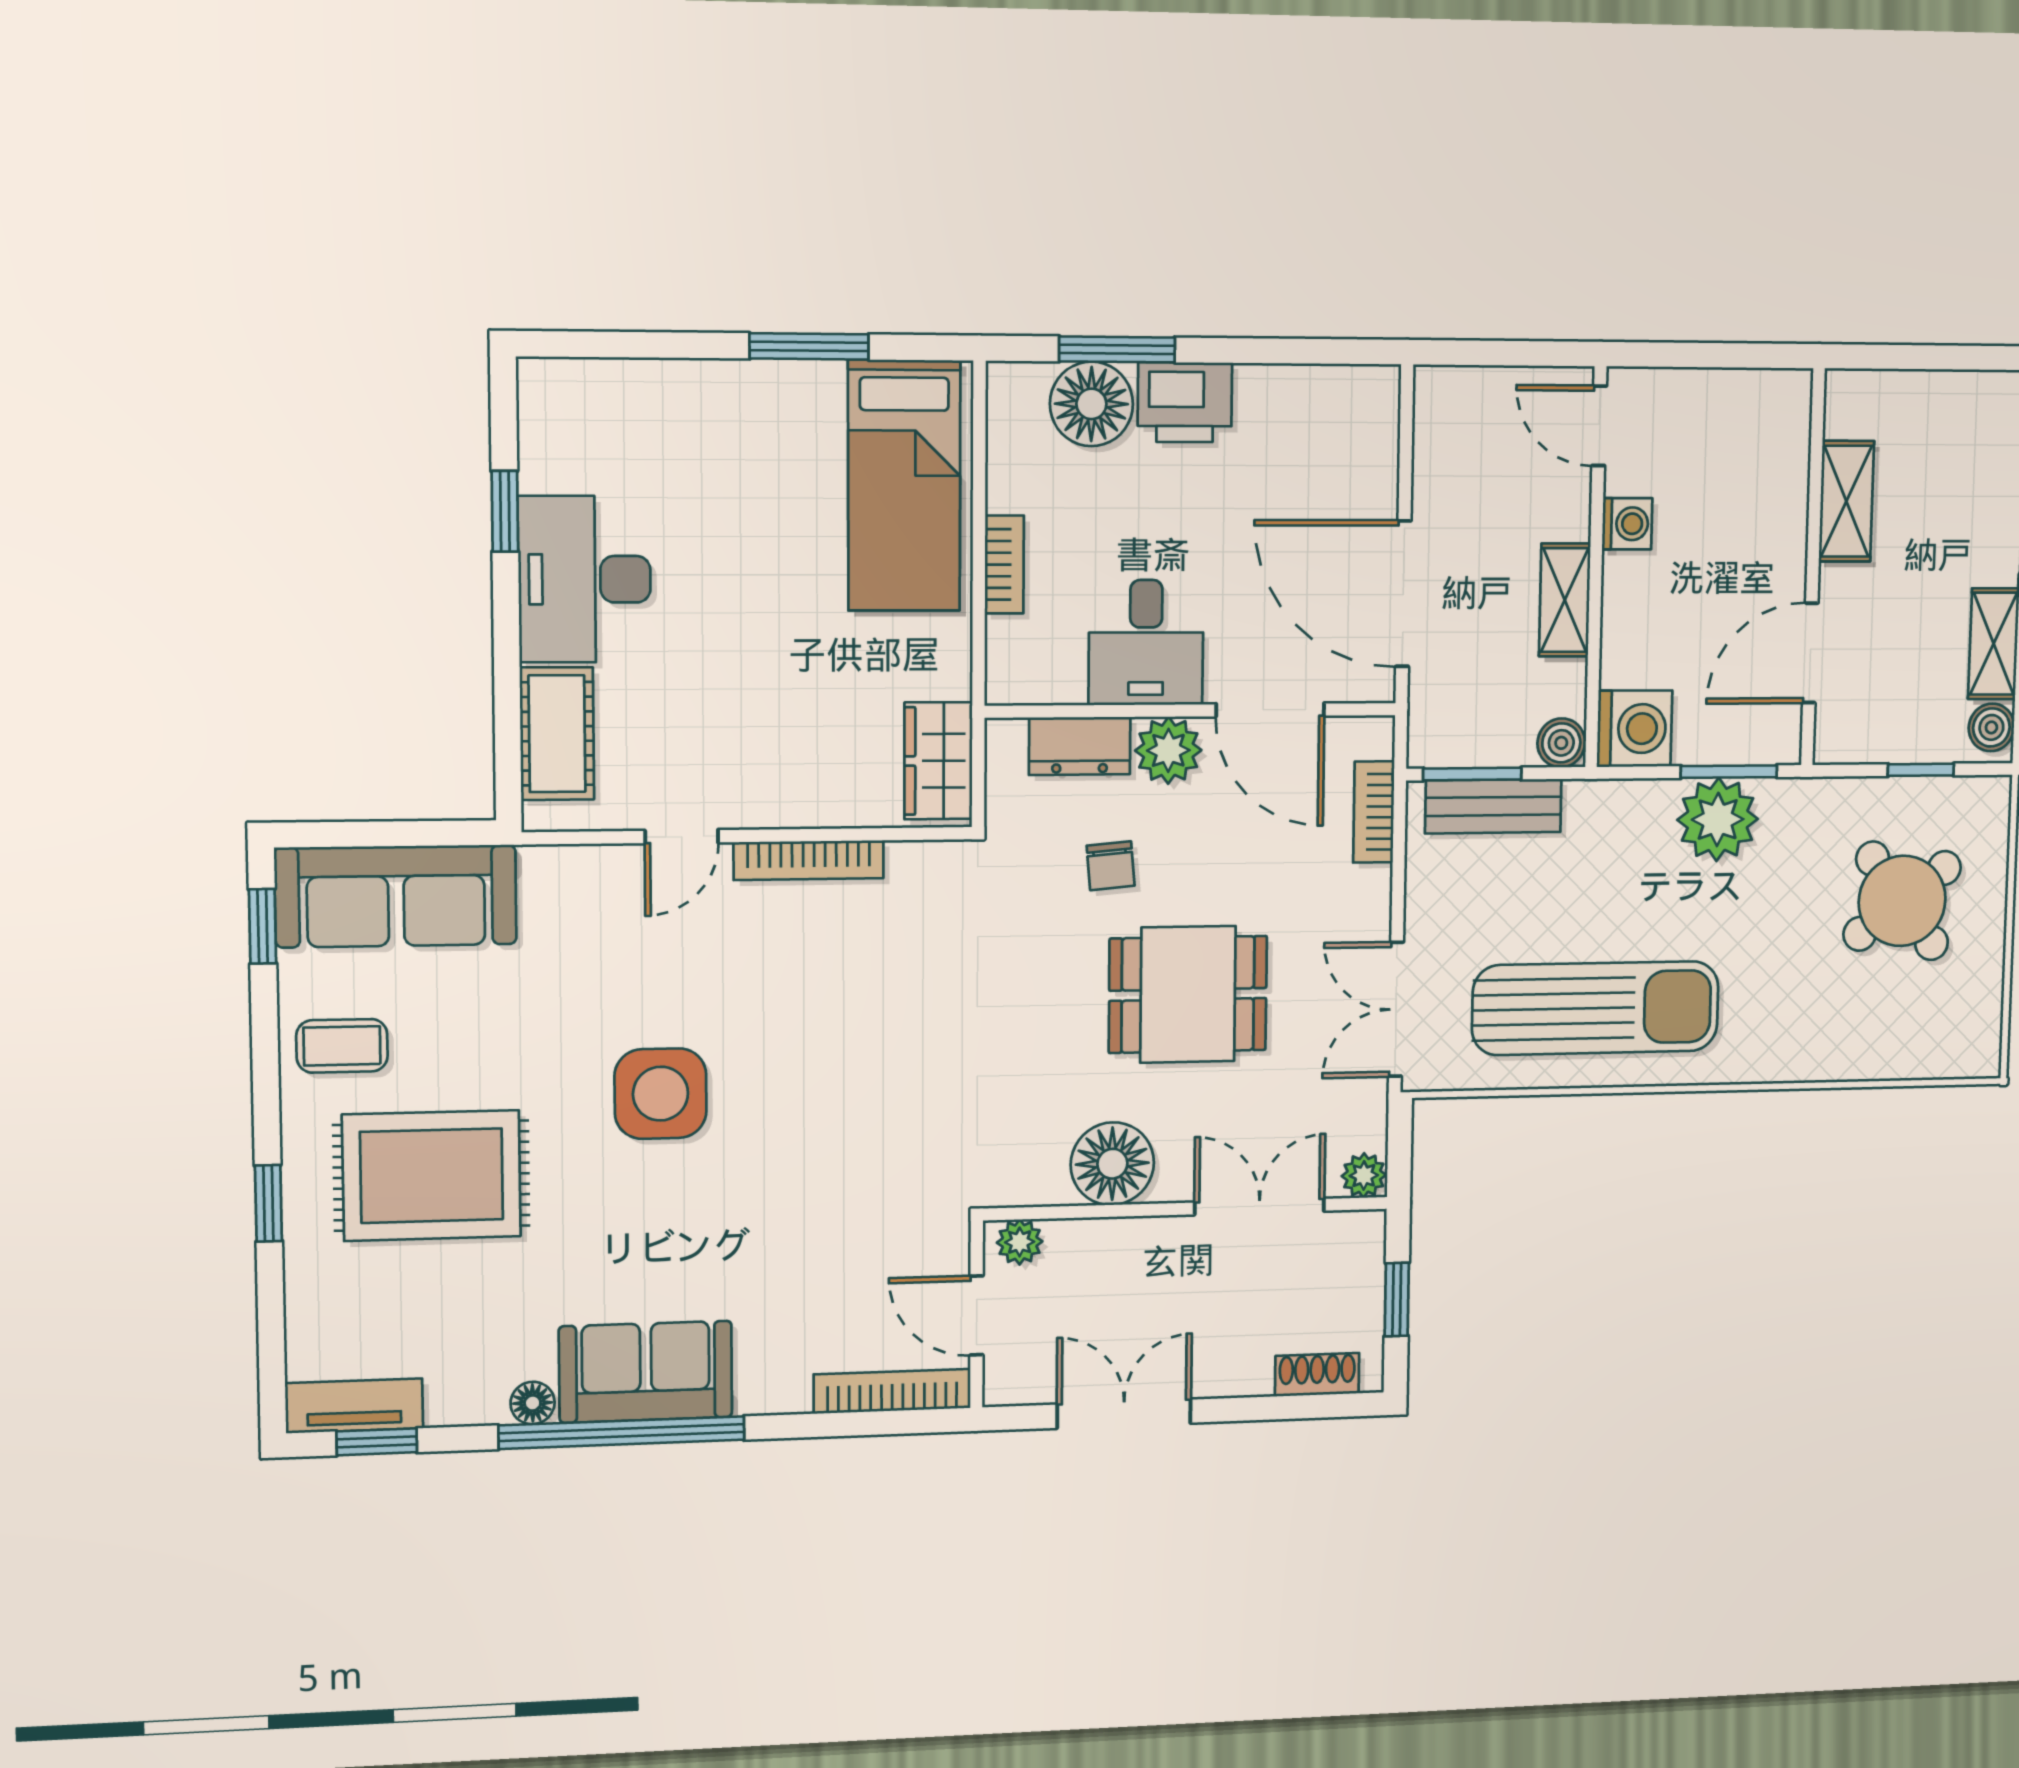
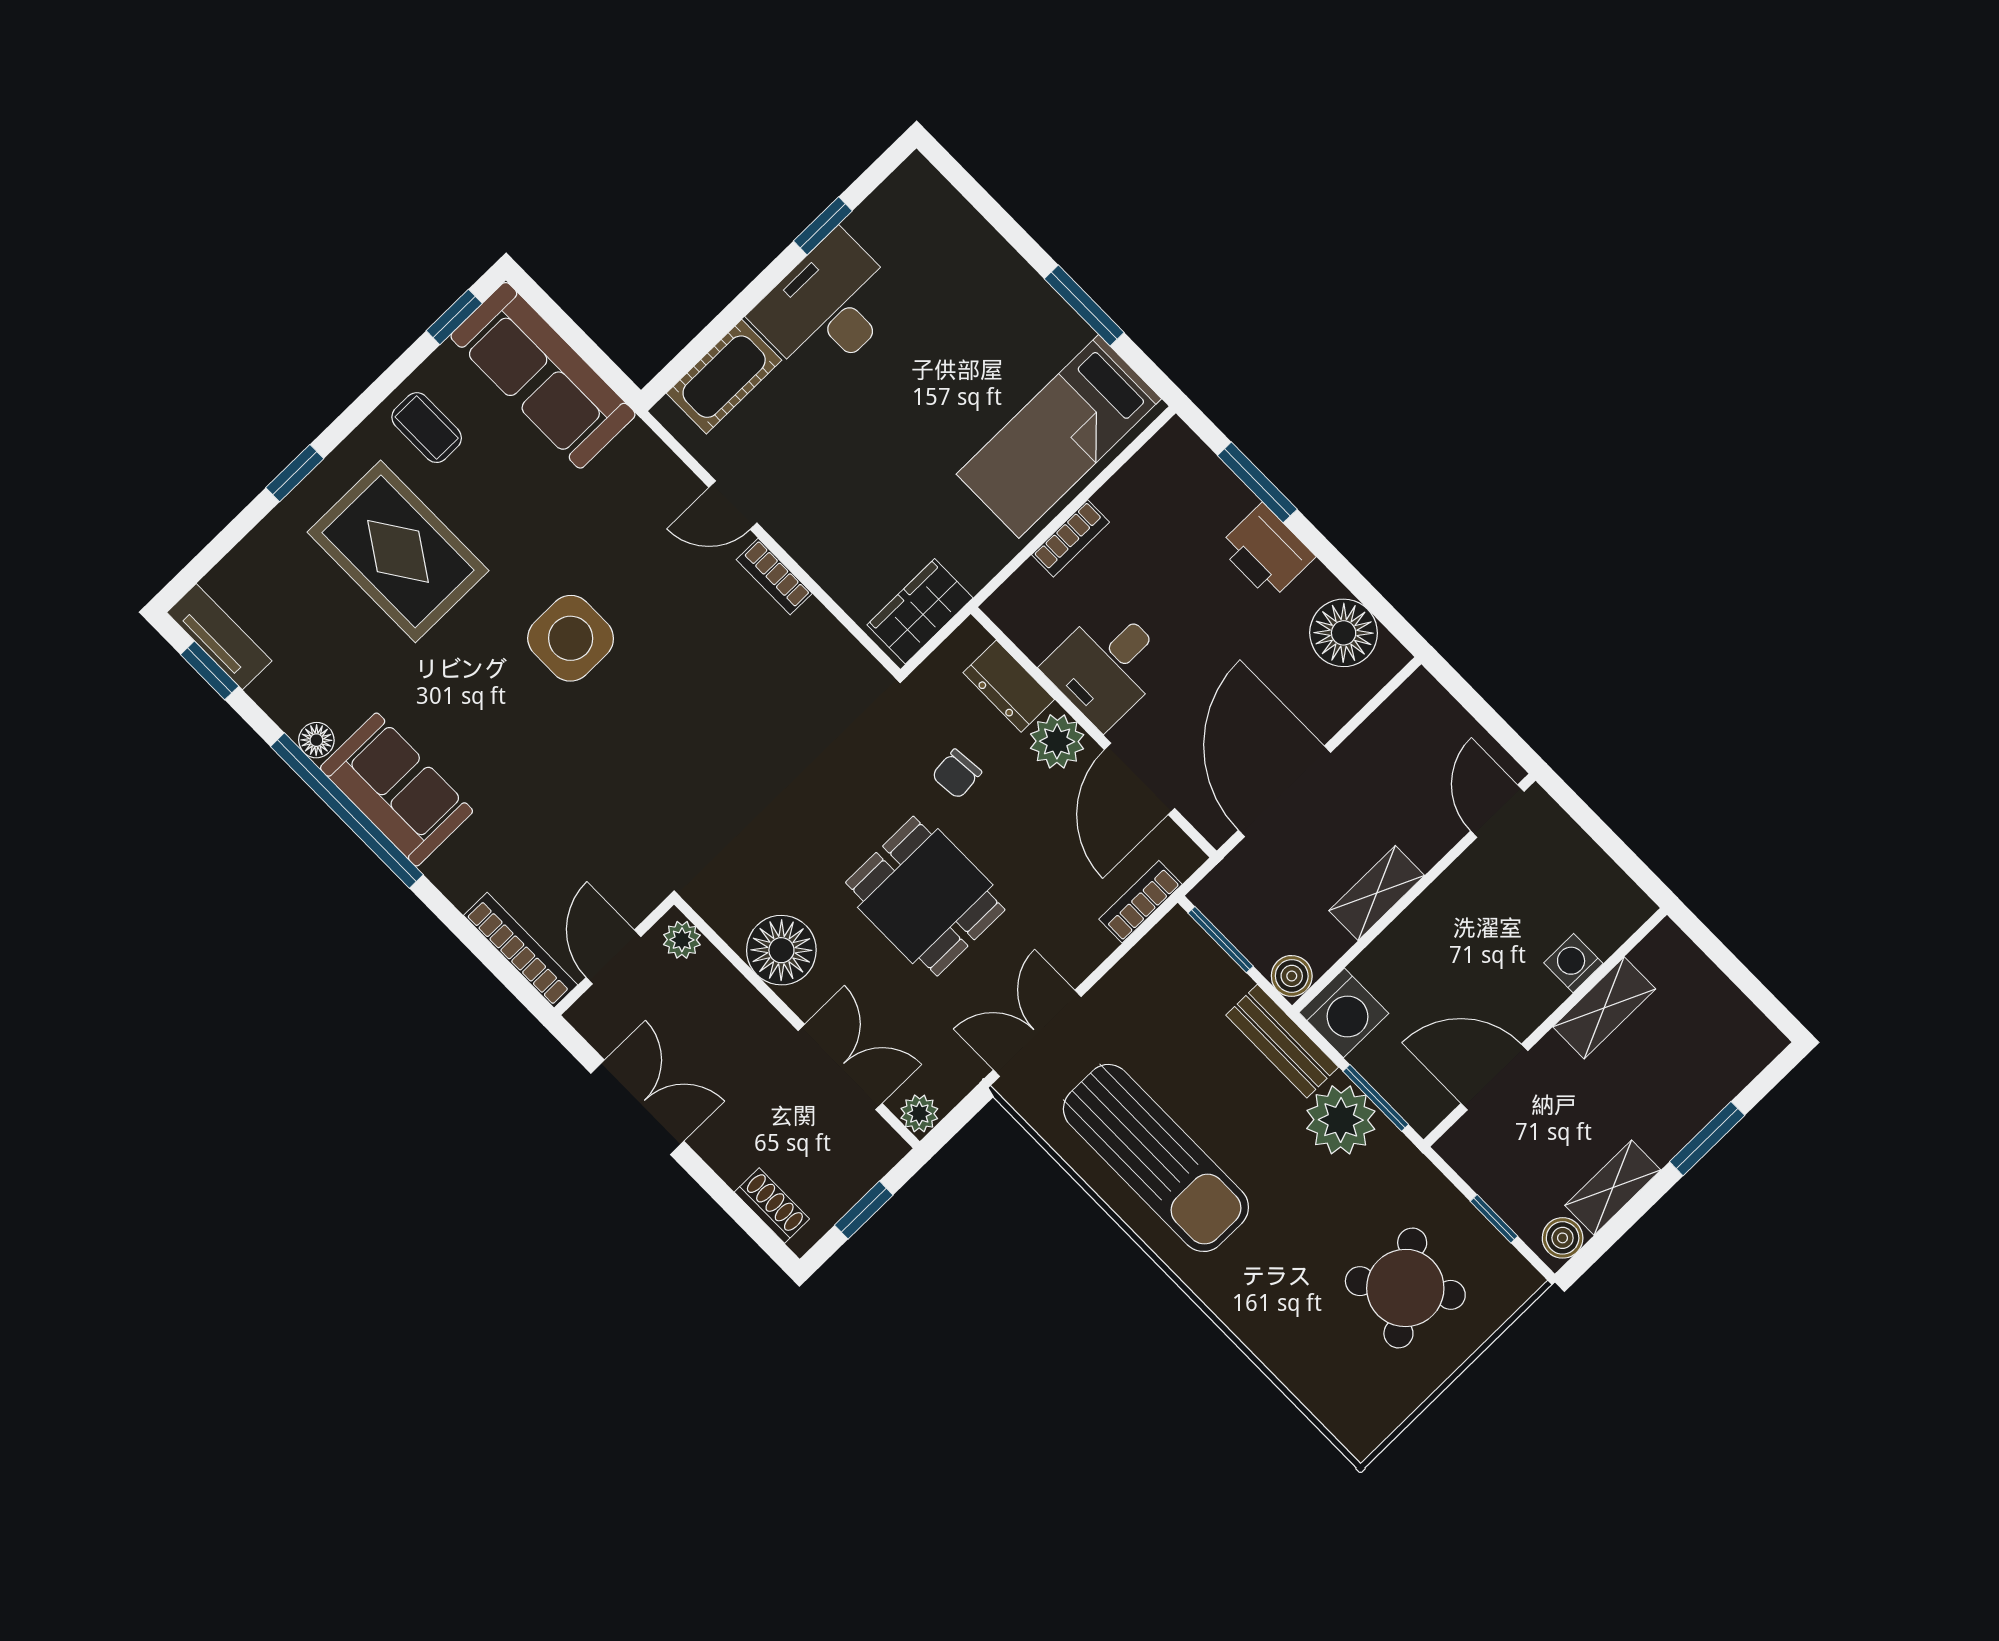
floor lamp: (1091, 404) -> (1344, 633), moved
washing machine: (1627, 524) -> (1573, 963), moved, turned 180
bench: (1493, 806) -> (1282, 1041), moved
bookcase: (809, 860) -> (774, 577), width x0.64

